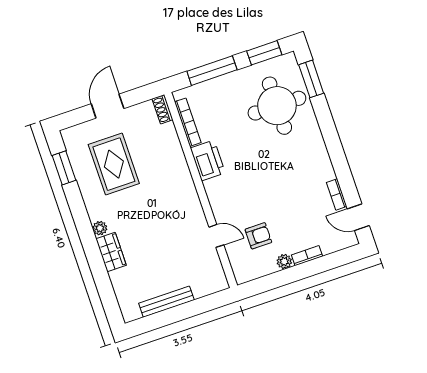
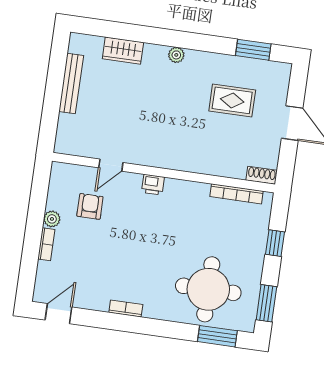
window: (212, 71) -> (275, 243), width x0.46
printer: (208, 160) -> (153, 185), moved, width x0.53, depth x0.68
rug: (114, 164) -> (232, 100), width x0.73, depth x0.70
bookcase: (337, 194) -> (126, 309), moved
armchair: (258, 236) -> (90, 206), turned 180
wardrobe: (111, 252) -> (123, 51), moved

